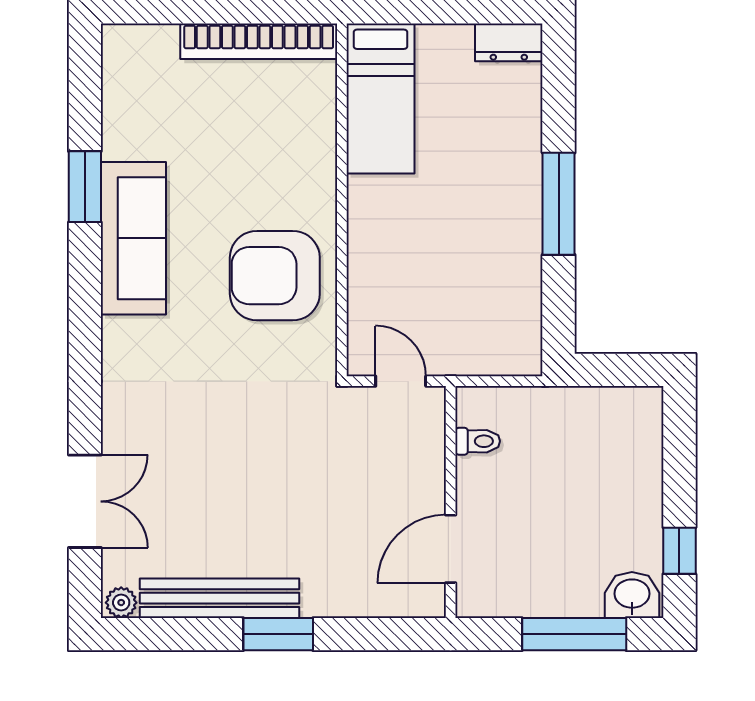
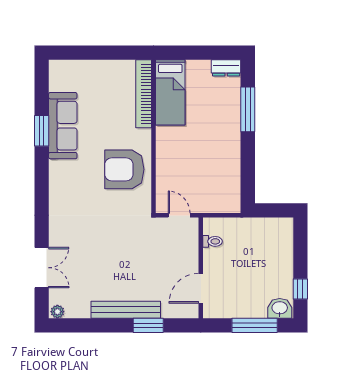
bookcase: (259, 41) -> (144, 94), moved, turned 90
window: (559, 204) -> (248, 109), moved
sofa: (133, 238) -> (63, 126), moved
bench: (220, 598) -> (126, 310), moved
window: (278, 634) -> (148, 325), moved

